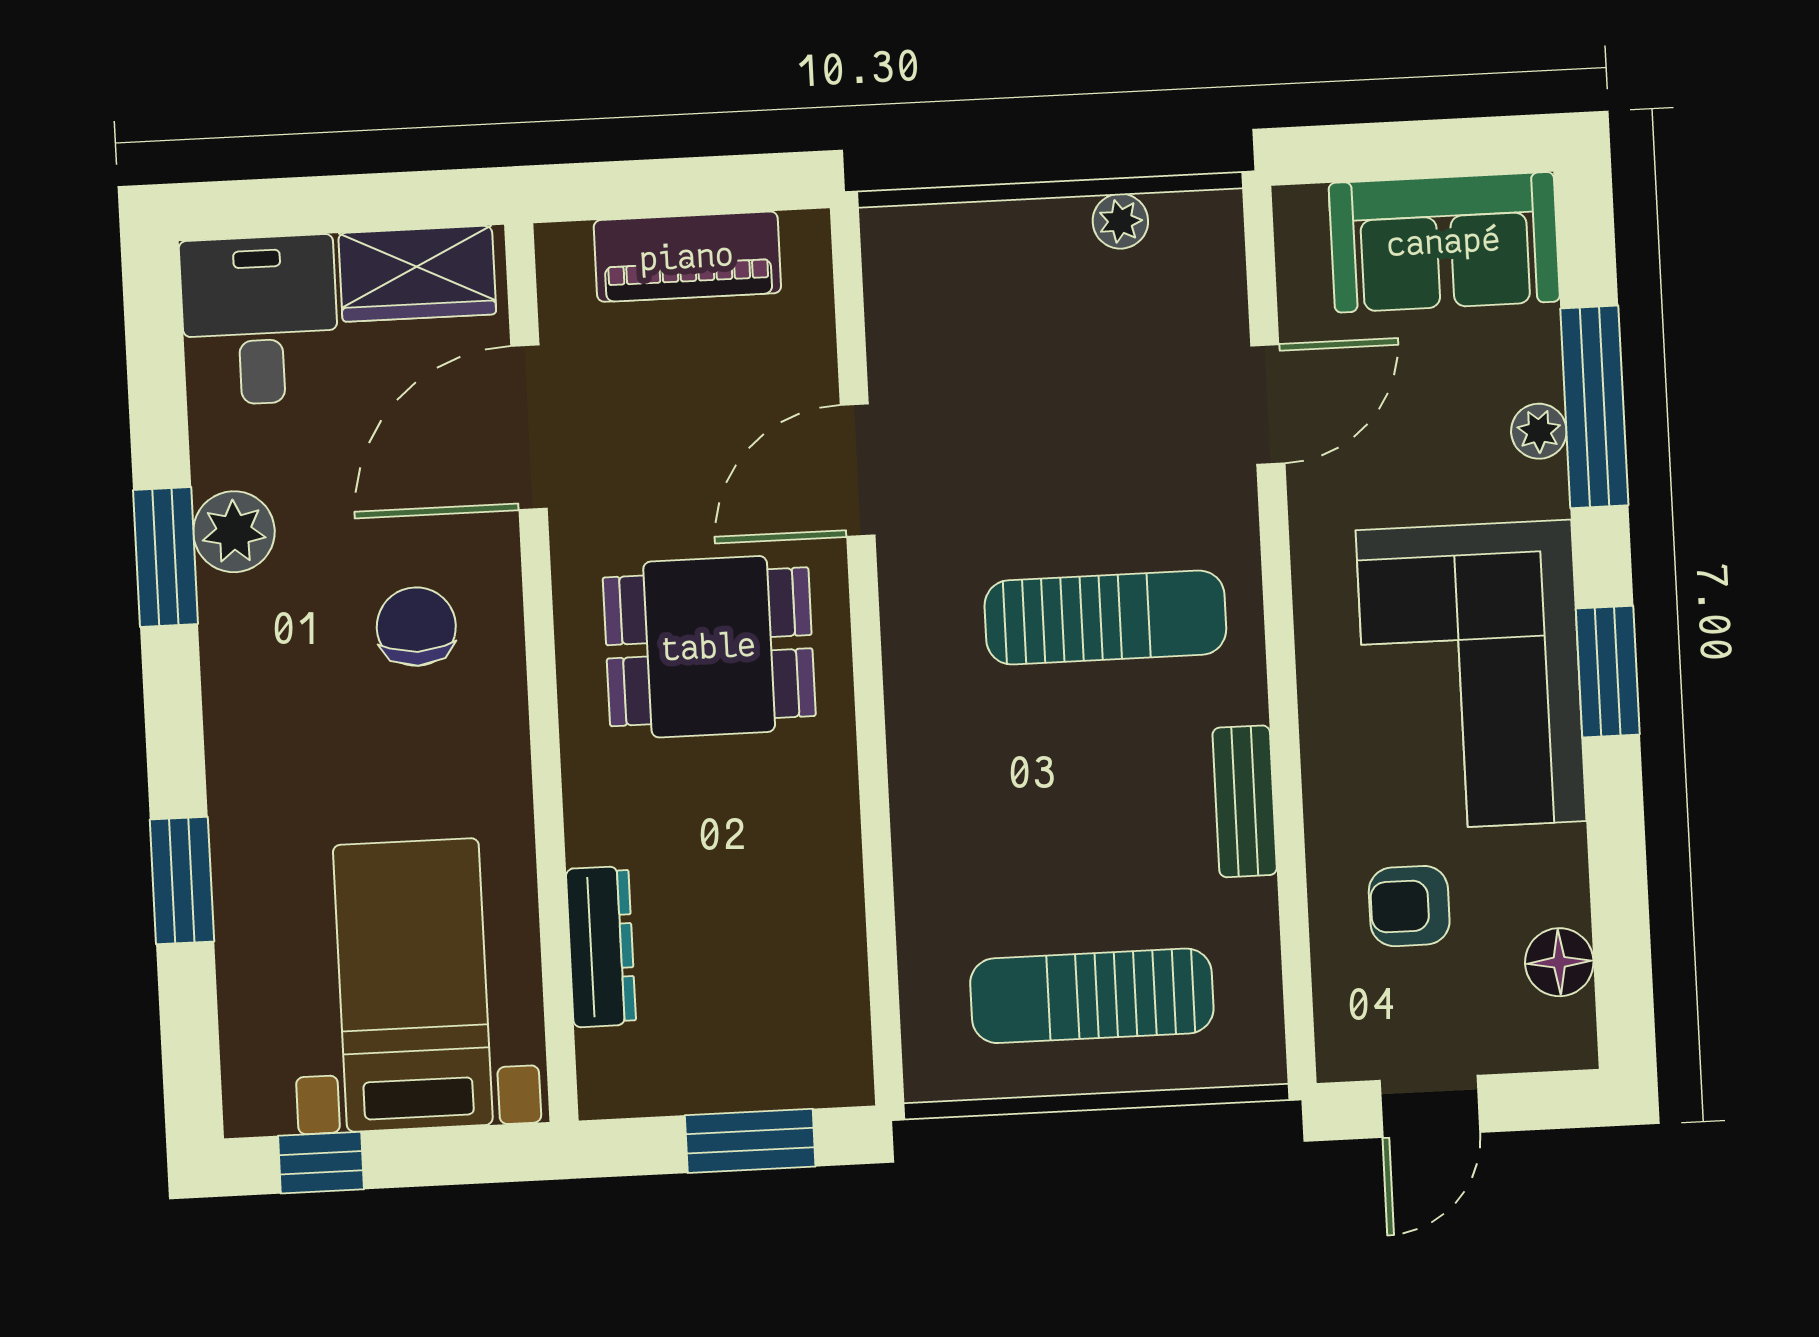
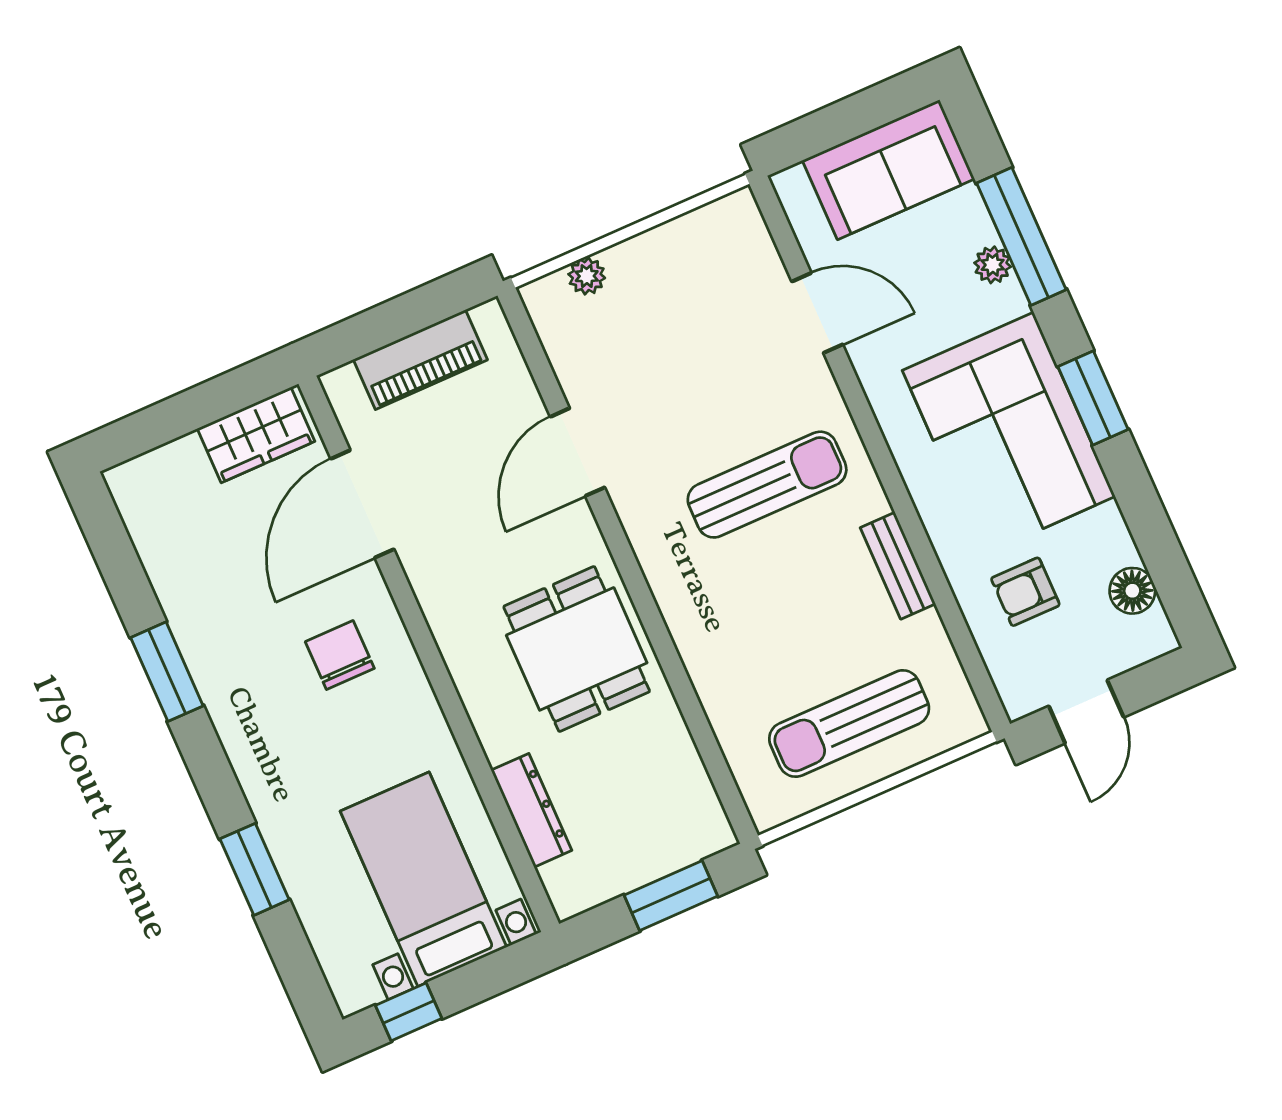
plant: (1120, 221) -> (587, 276), moved
desk: (260, 320) -> (169, 502), removed
door: (1268, 404) -> (817, 313), hinge flipped
plant: (234, 532) -> (204, 640), removed
dining table: (709, 647) -> (577, 649), moved, turned 90

